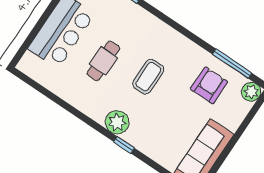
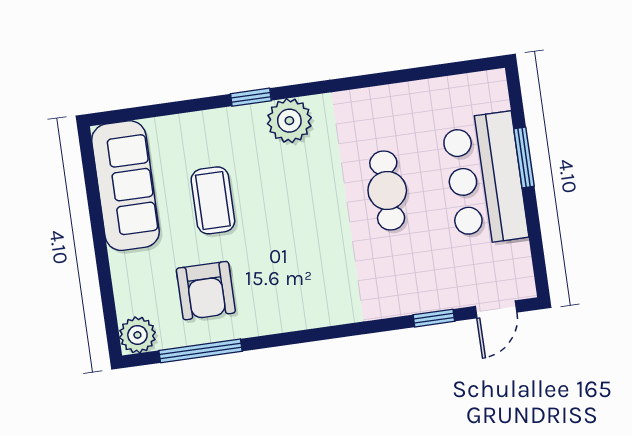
window: (39, 26) -> (524, 158), added
coffee table: (148, 77) -> (213, 200), moved

